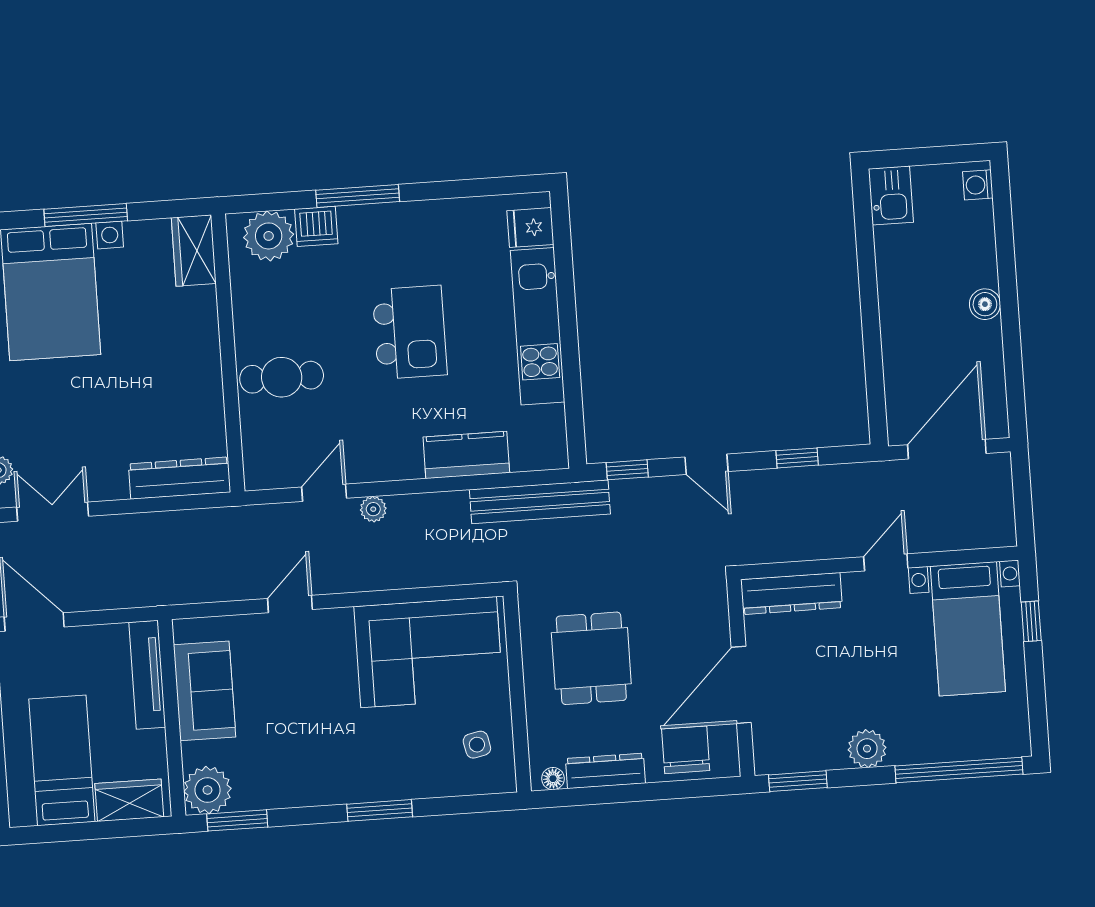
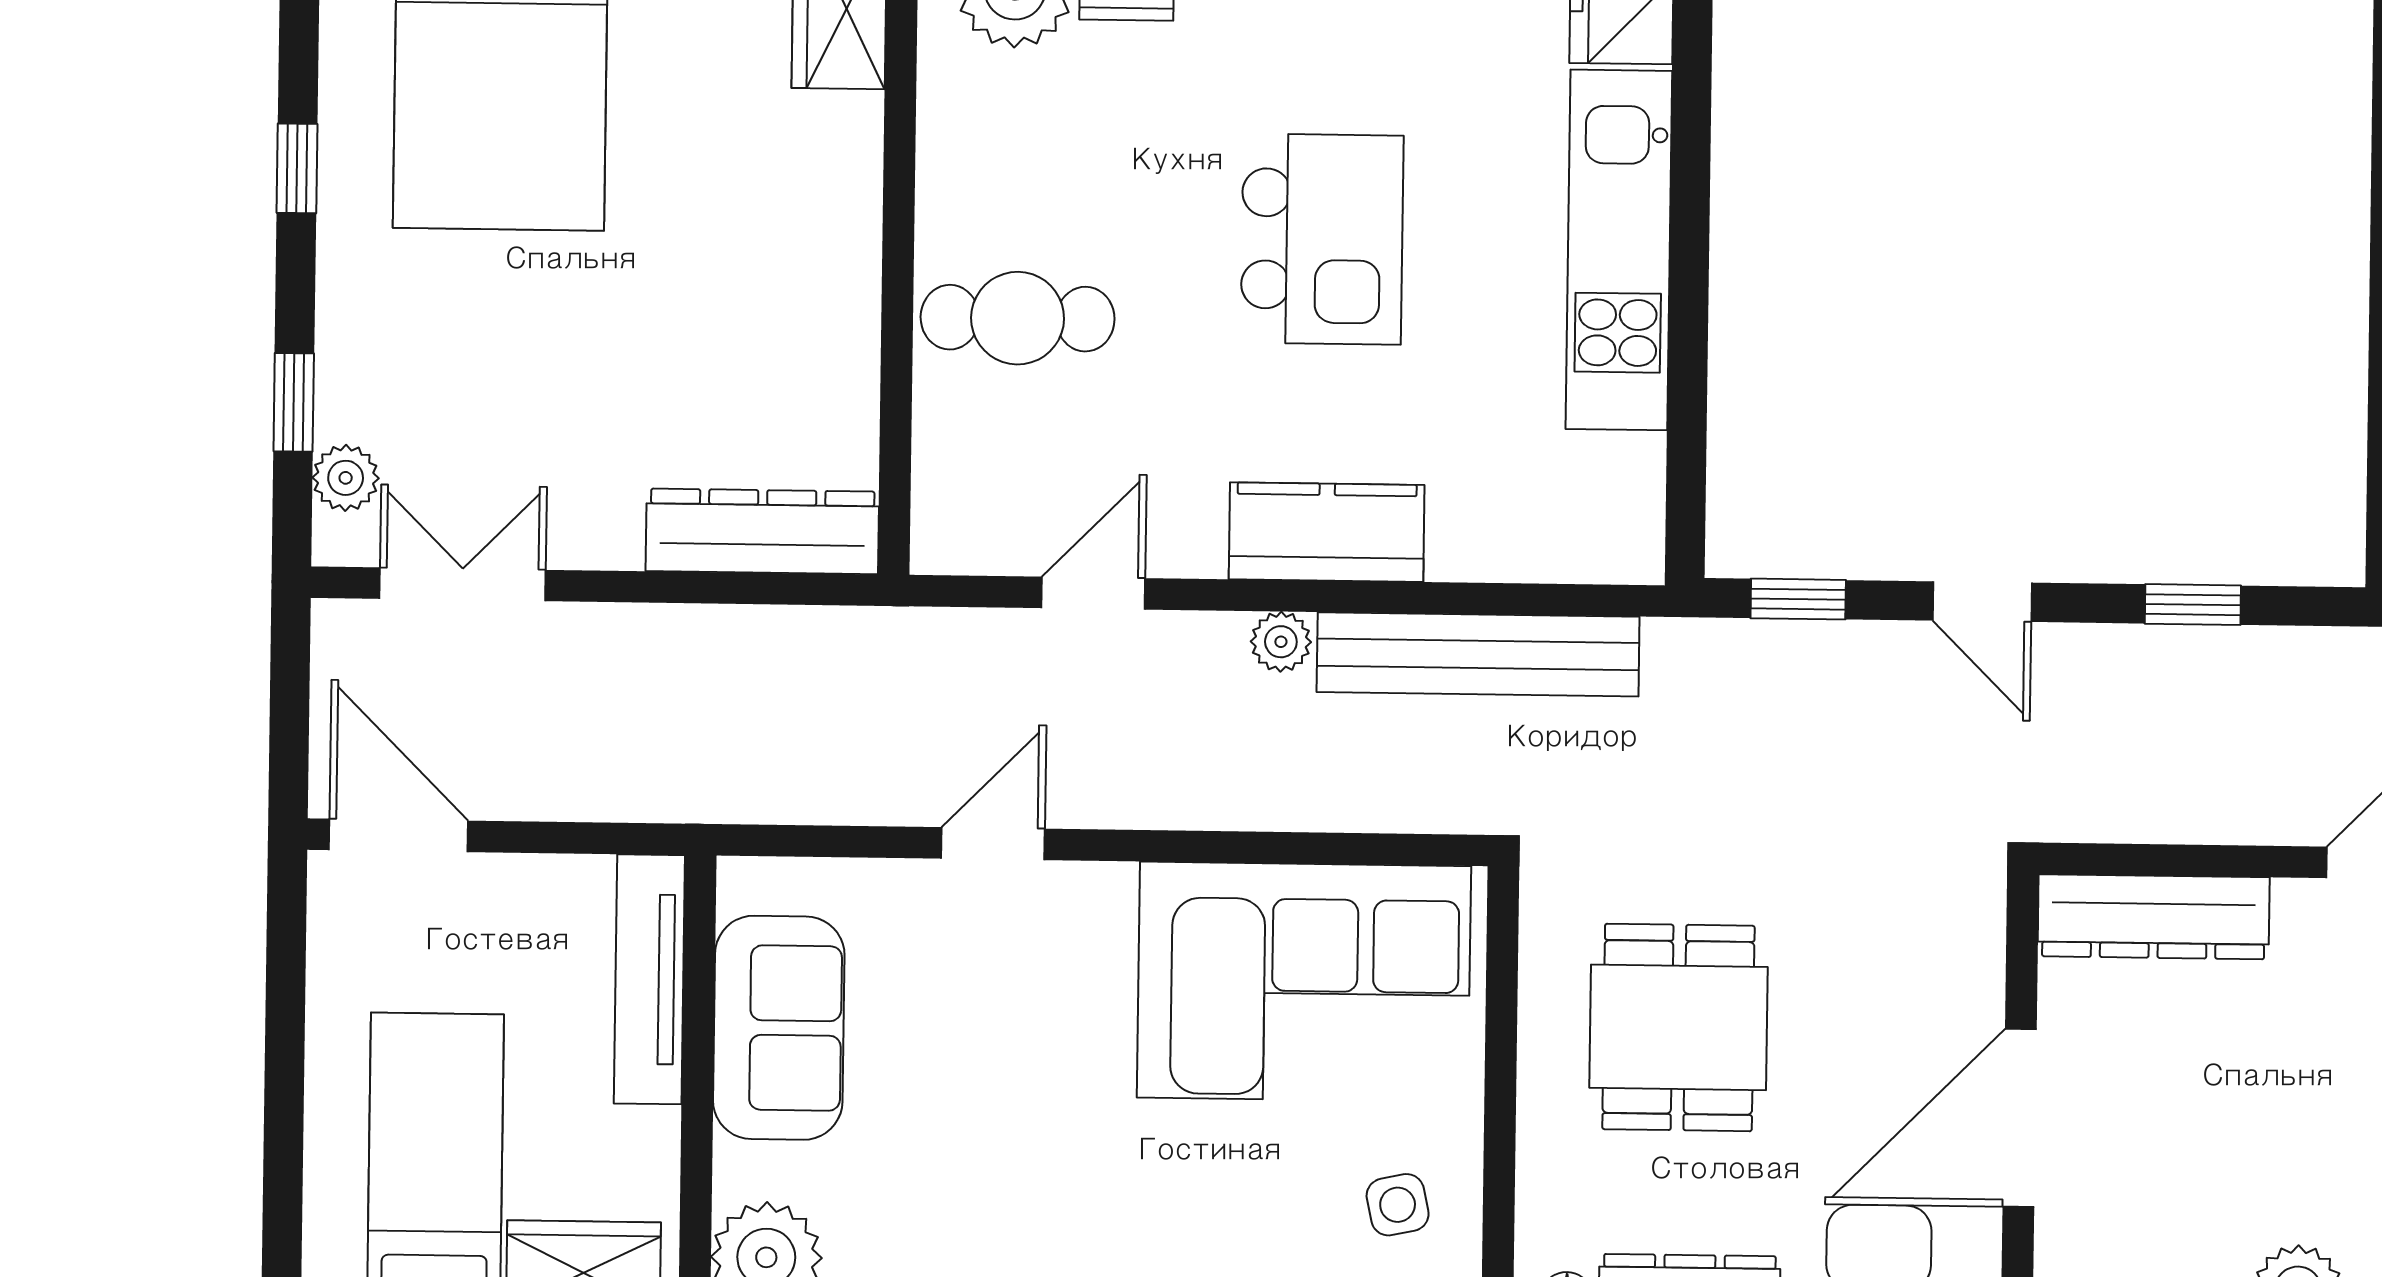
kitchen counter: (466, 455) -> (1327, 532), moved
bench: (540, 502) -> (1478, 654), moved
plant: (373, 509) -> (1281, 642), moved

